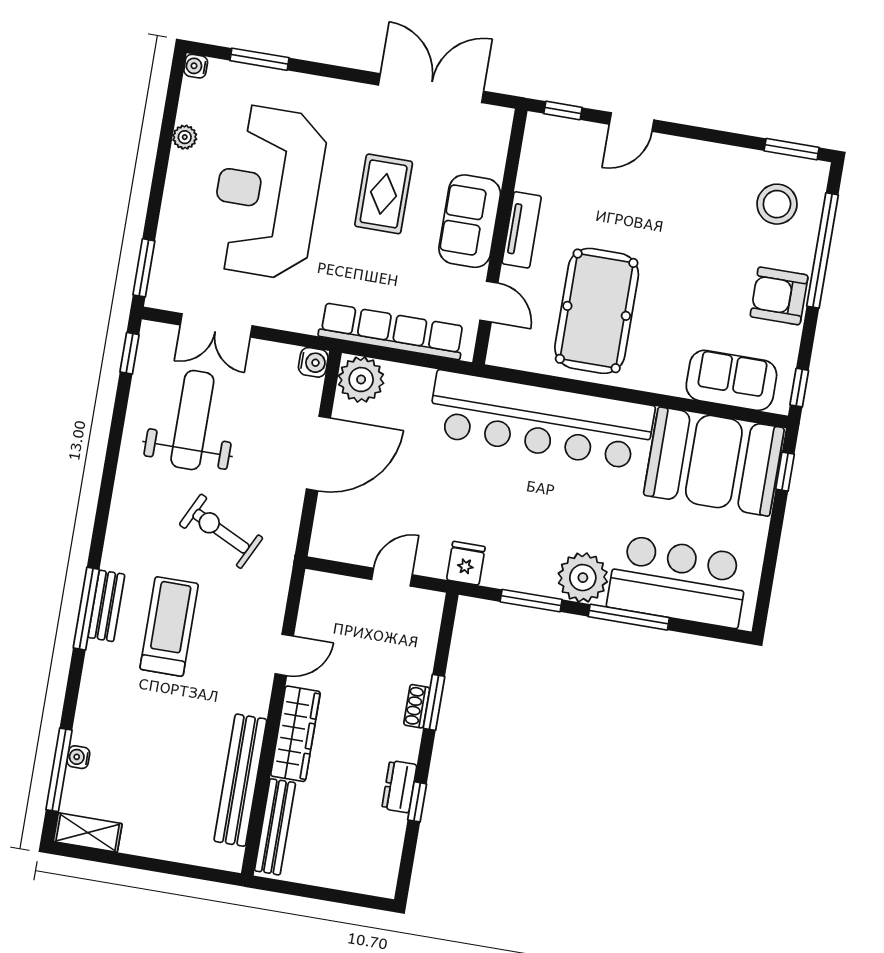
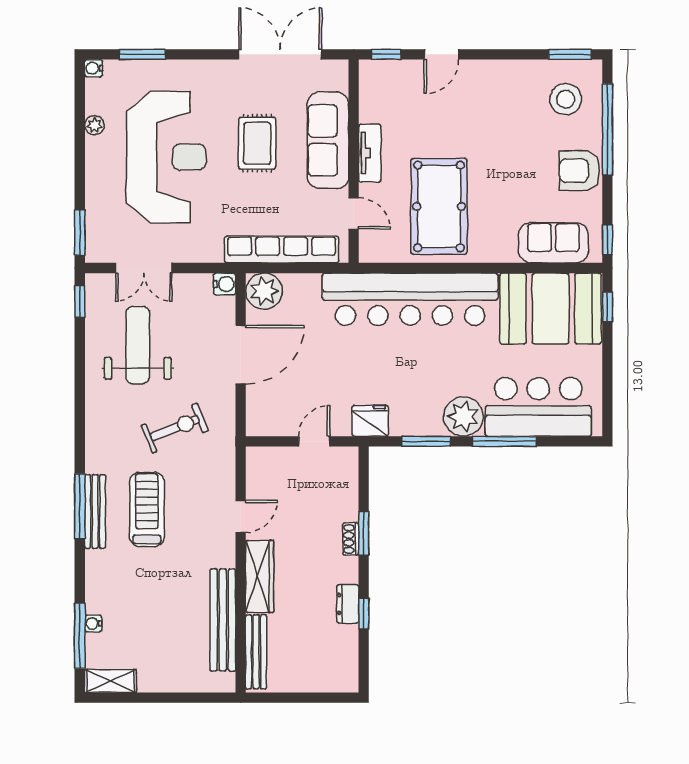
reception desk: (267, 192) -> (166, 157), turned 180
sofa: (470, 221) -> (328, 140), width x1.36
exercise bike: (221, 531) -> (175, 428), turned 132
fridge: (466, 563) -> (370, 421), width x1.38
bench: (106, 606) -> (95, 511), width x1.36

